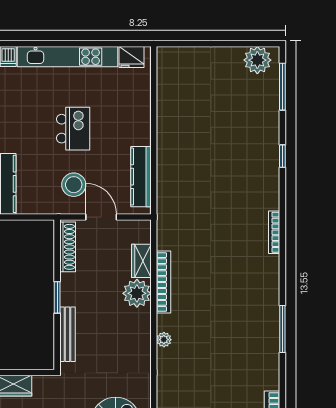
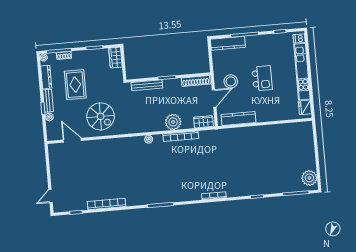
kitchen island: (73, 129) -> (262, 78), turned -90
wardrobe: (141, 261) -> (204, 122), moved

